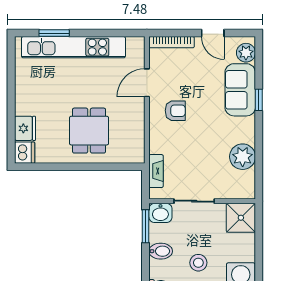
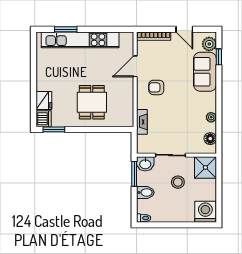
window: (259, 100) -> (219, 57), moved
armchair: (175, 111) -> (156, 87), turned 180
plant: (243, 157) -> (211, 117), width x0.53, depth x0.53
window: (38, 167) -> (54, 129), added
fireplace: (156, 171) -> (142, 122), moved
floor lamp: (247, 179) -> (210, 139), added
stool: (198, 263) -> (178, 182), moved

